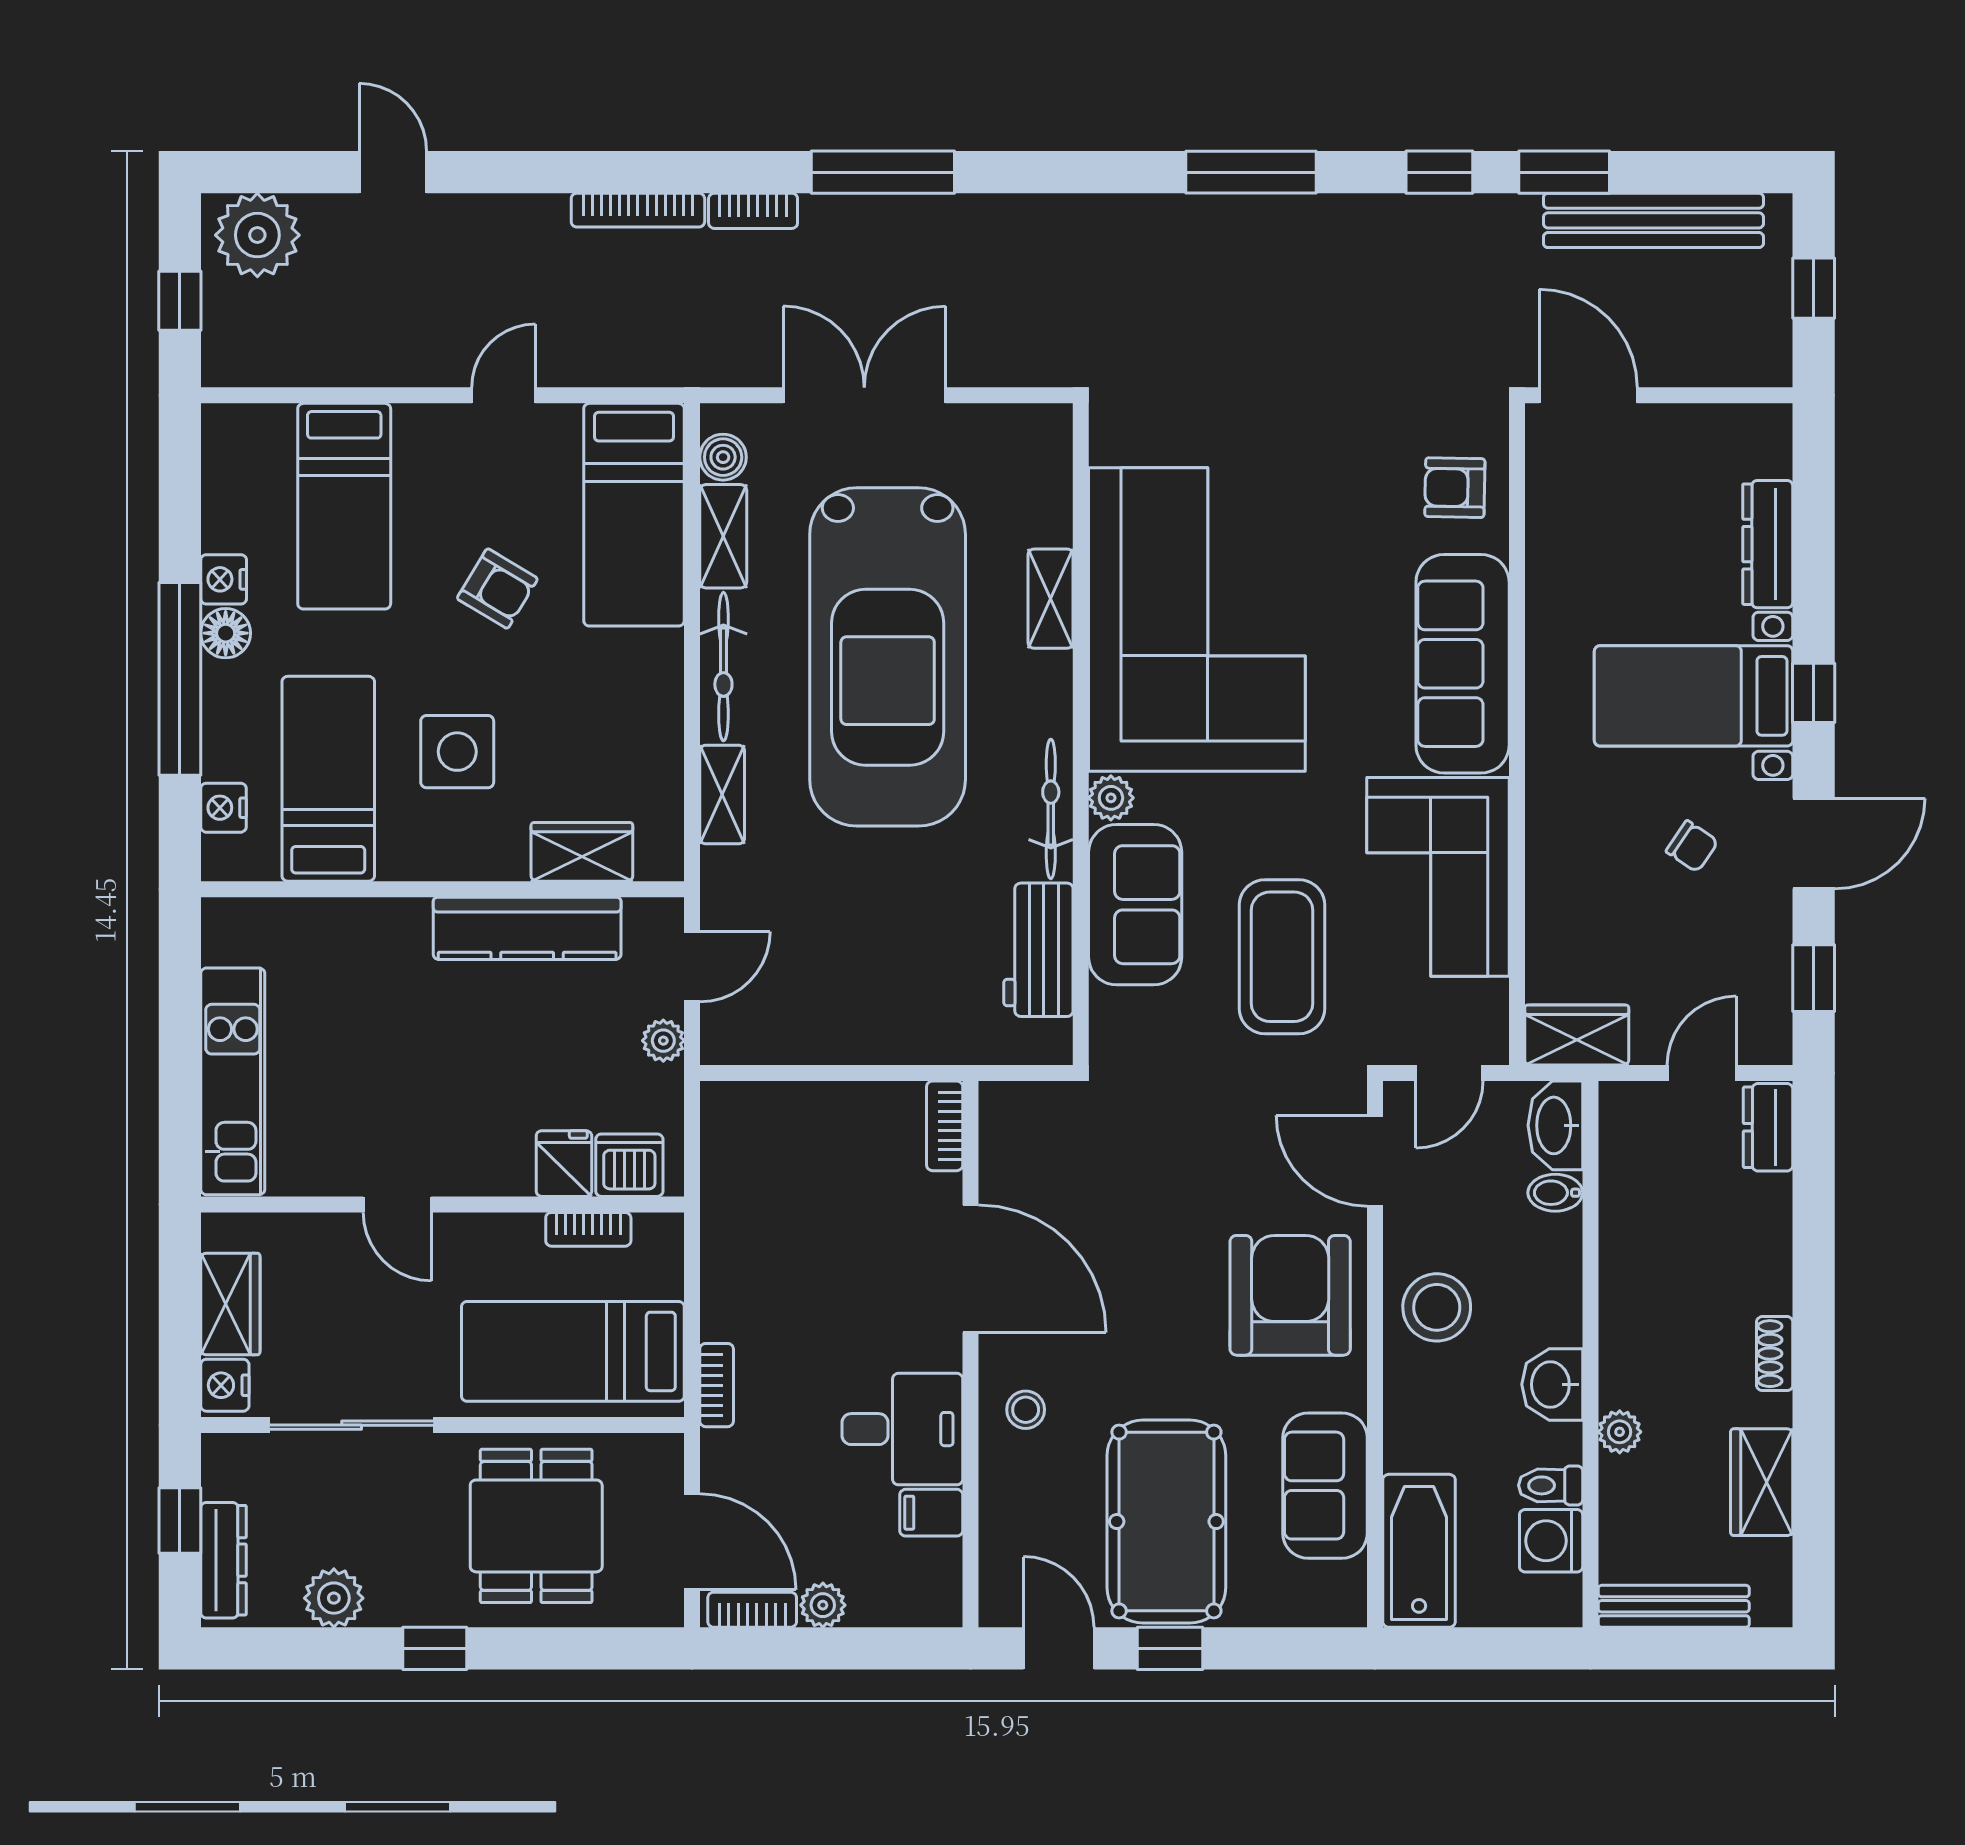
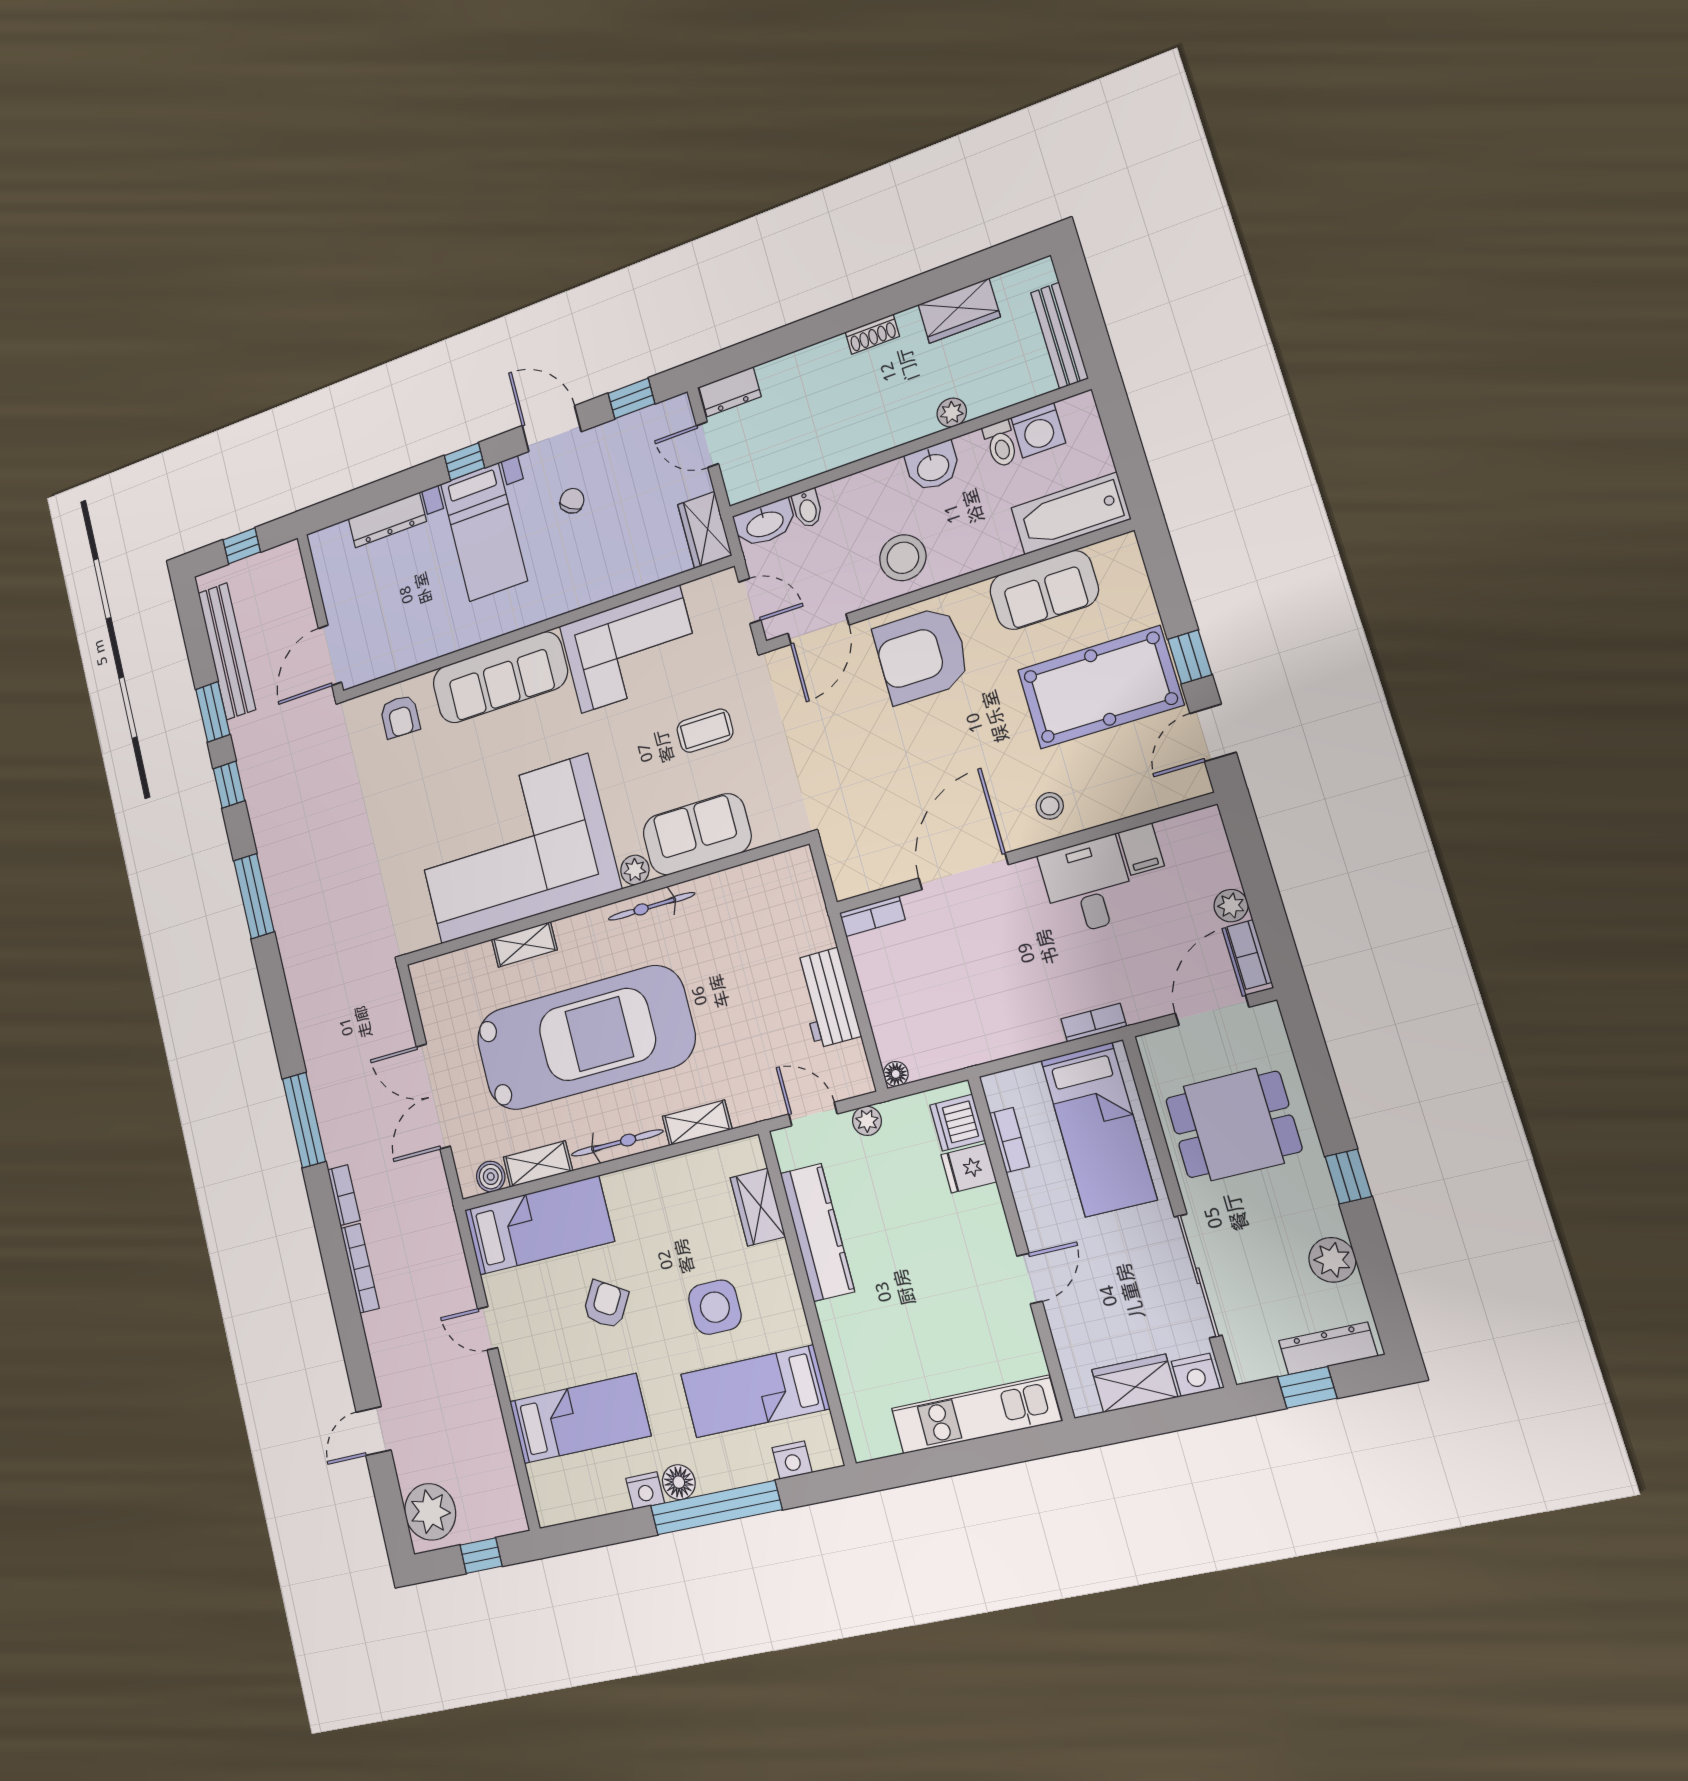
workbench: (1038, 950) -> (827, 998), moved, turned 90
coffee table: (1282, 957) -> (705, 731), width x0.54, depth x0.58
floor lamp: (718, 1099) -> (896, 1074), added

